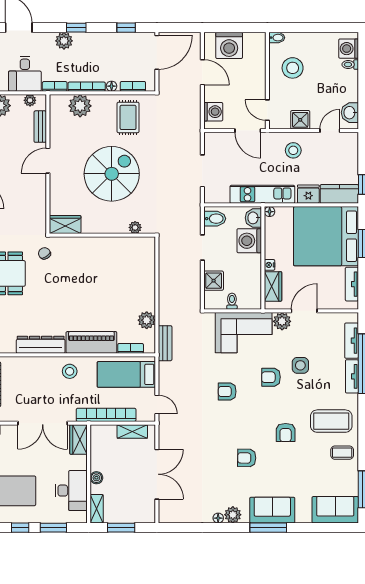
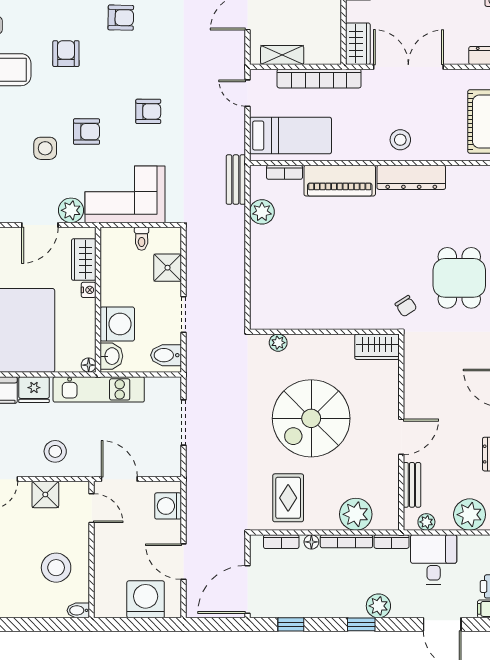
stool: (70, 371) -> (400, 140), moved

